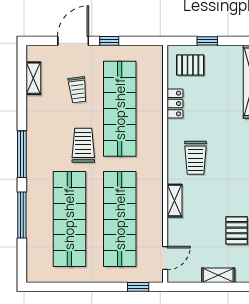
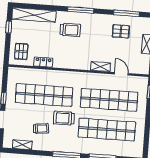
window: (207, 41) -> (9, 27), moved
trolley: (78, 90) -> (41, 129), moved
trolley: (195, 158) -> (70, 30), moved
door: (165, 258) -> (121, 74), moved

